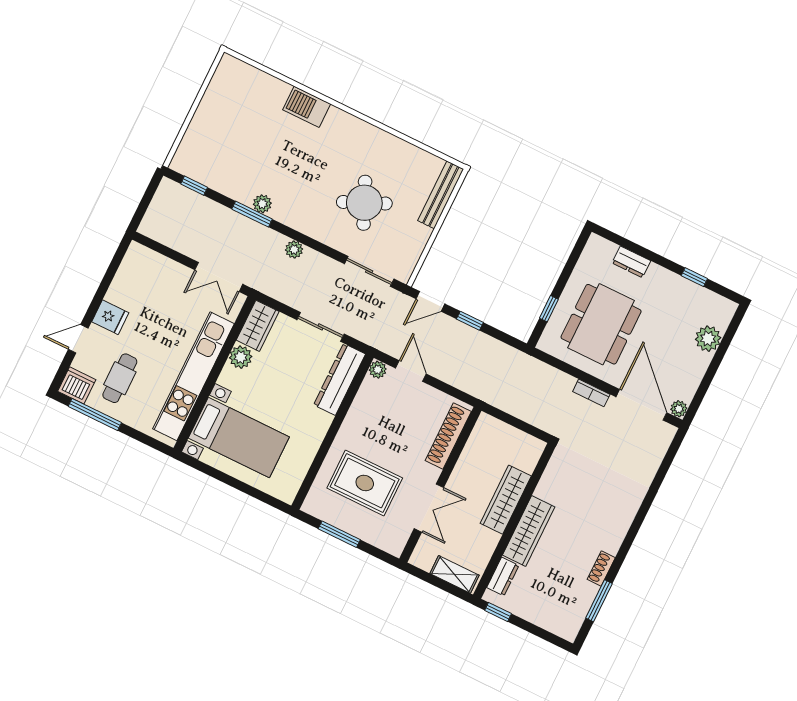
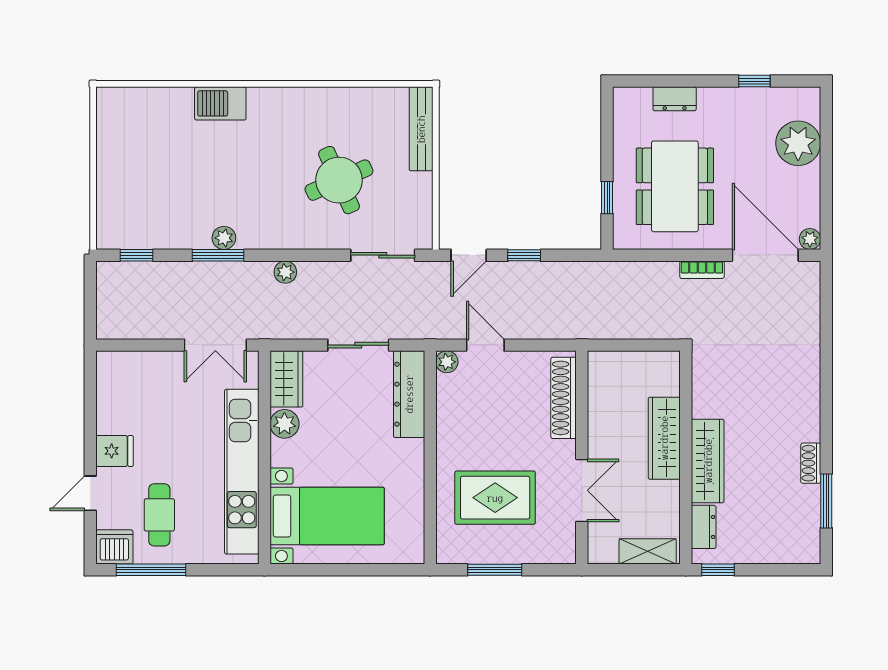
plant: (708, 339) -> (798, 143), width x1.36, depth x1.36

